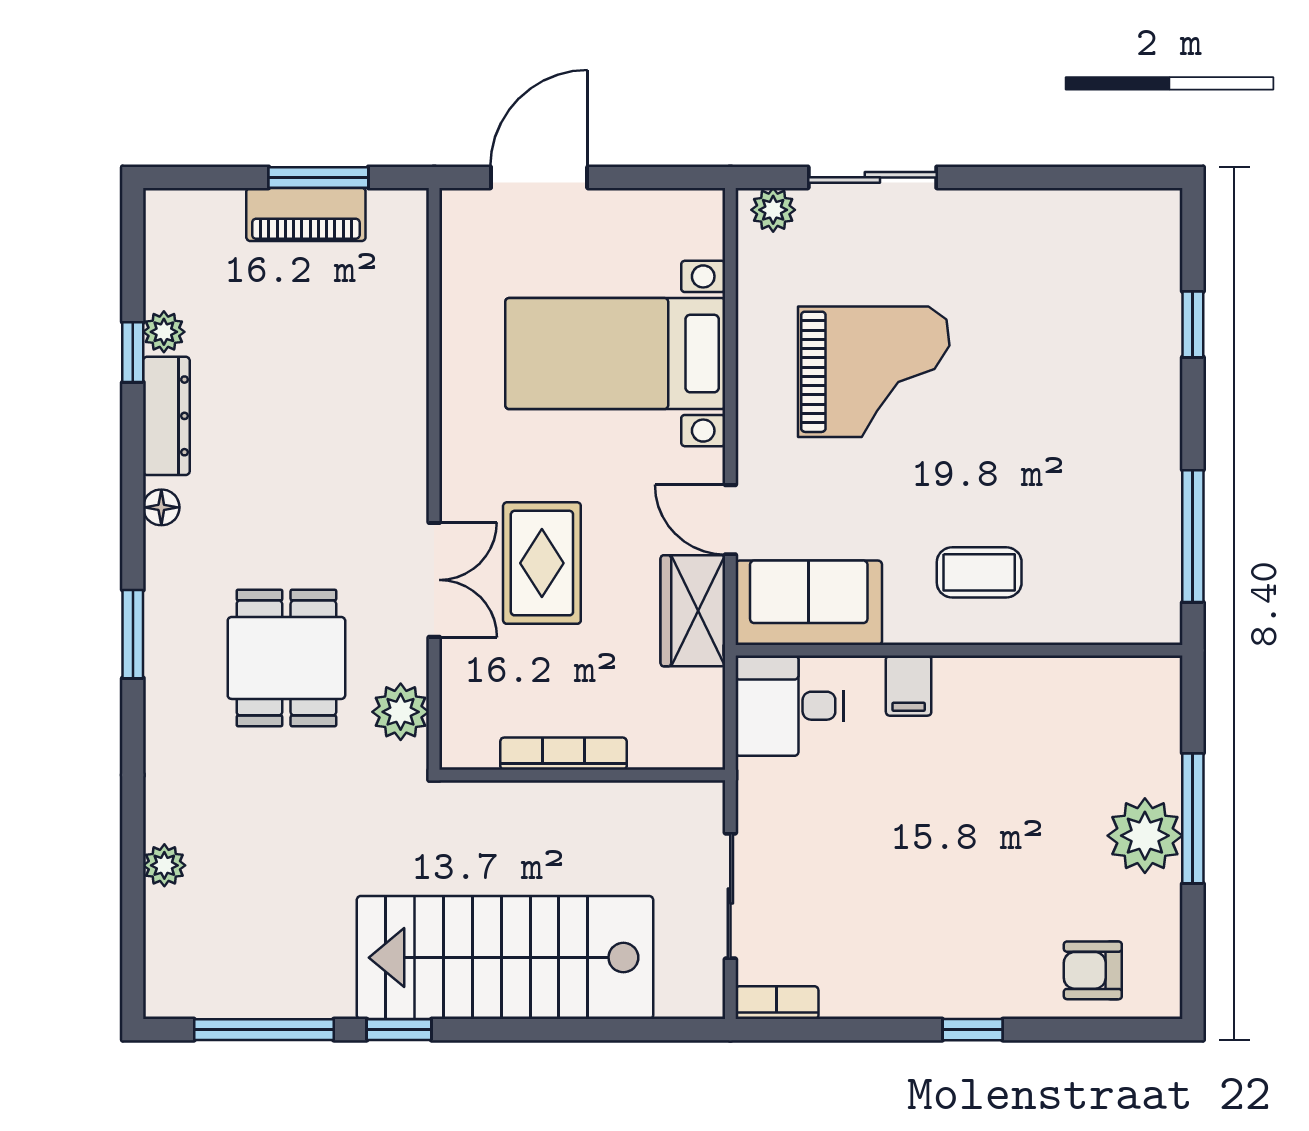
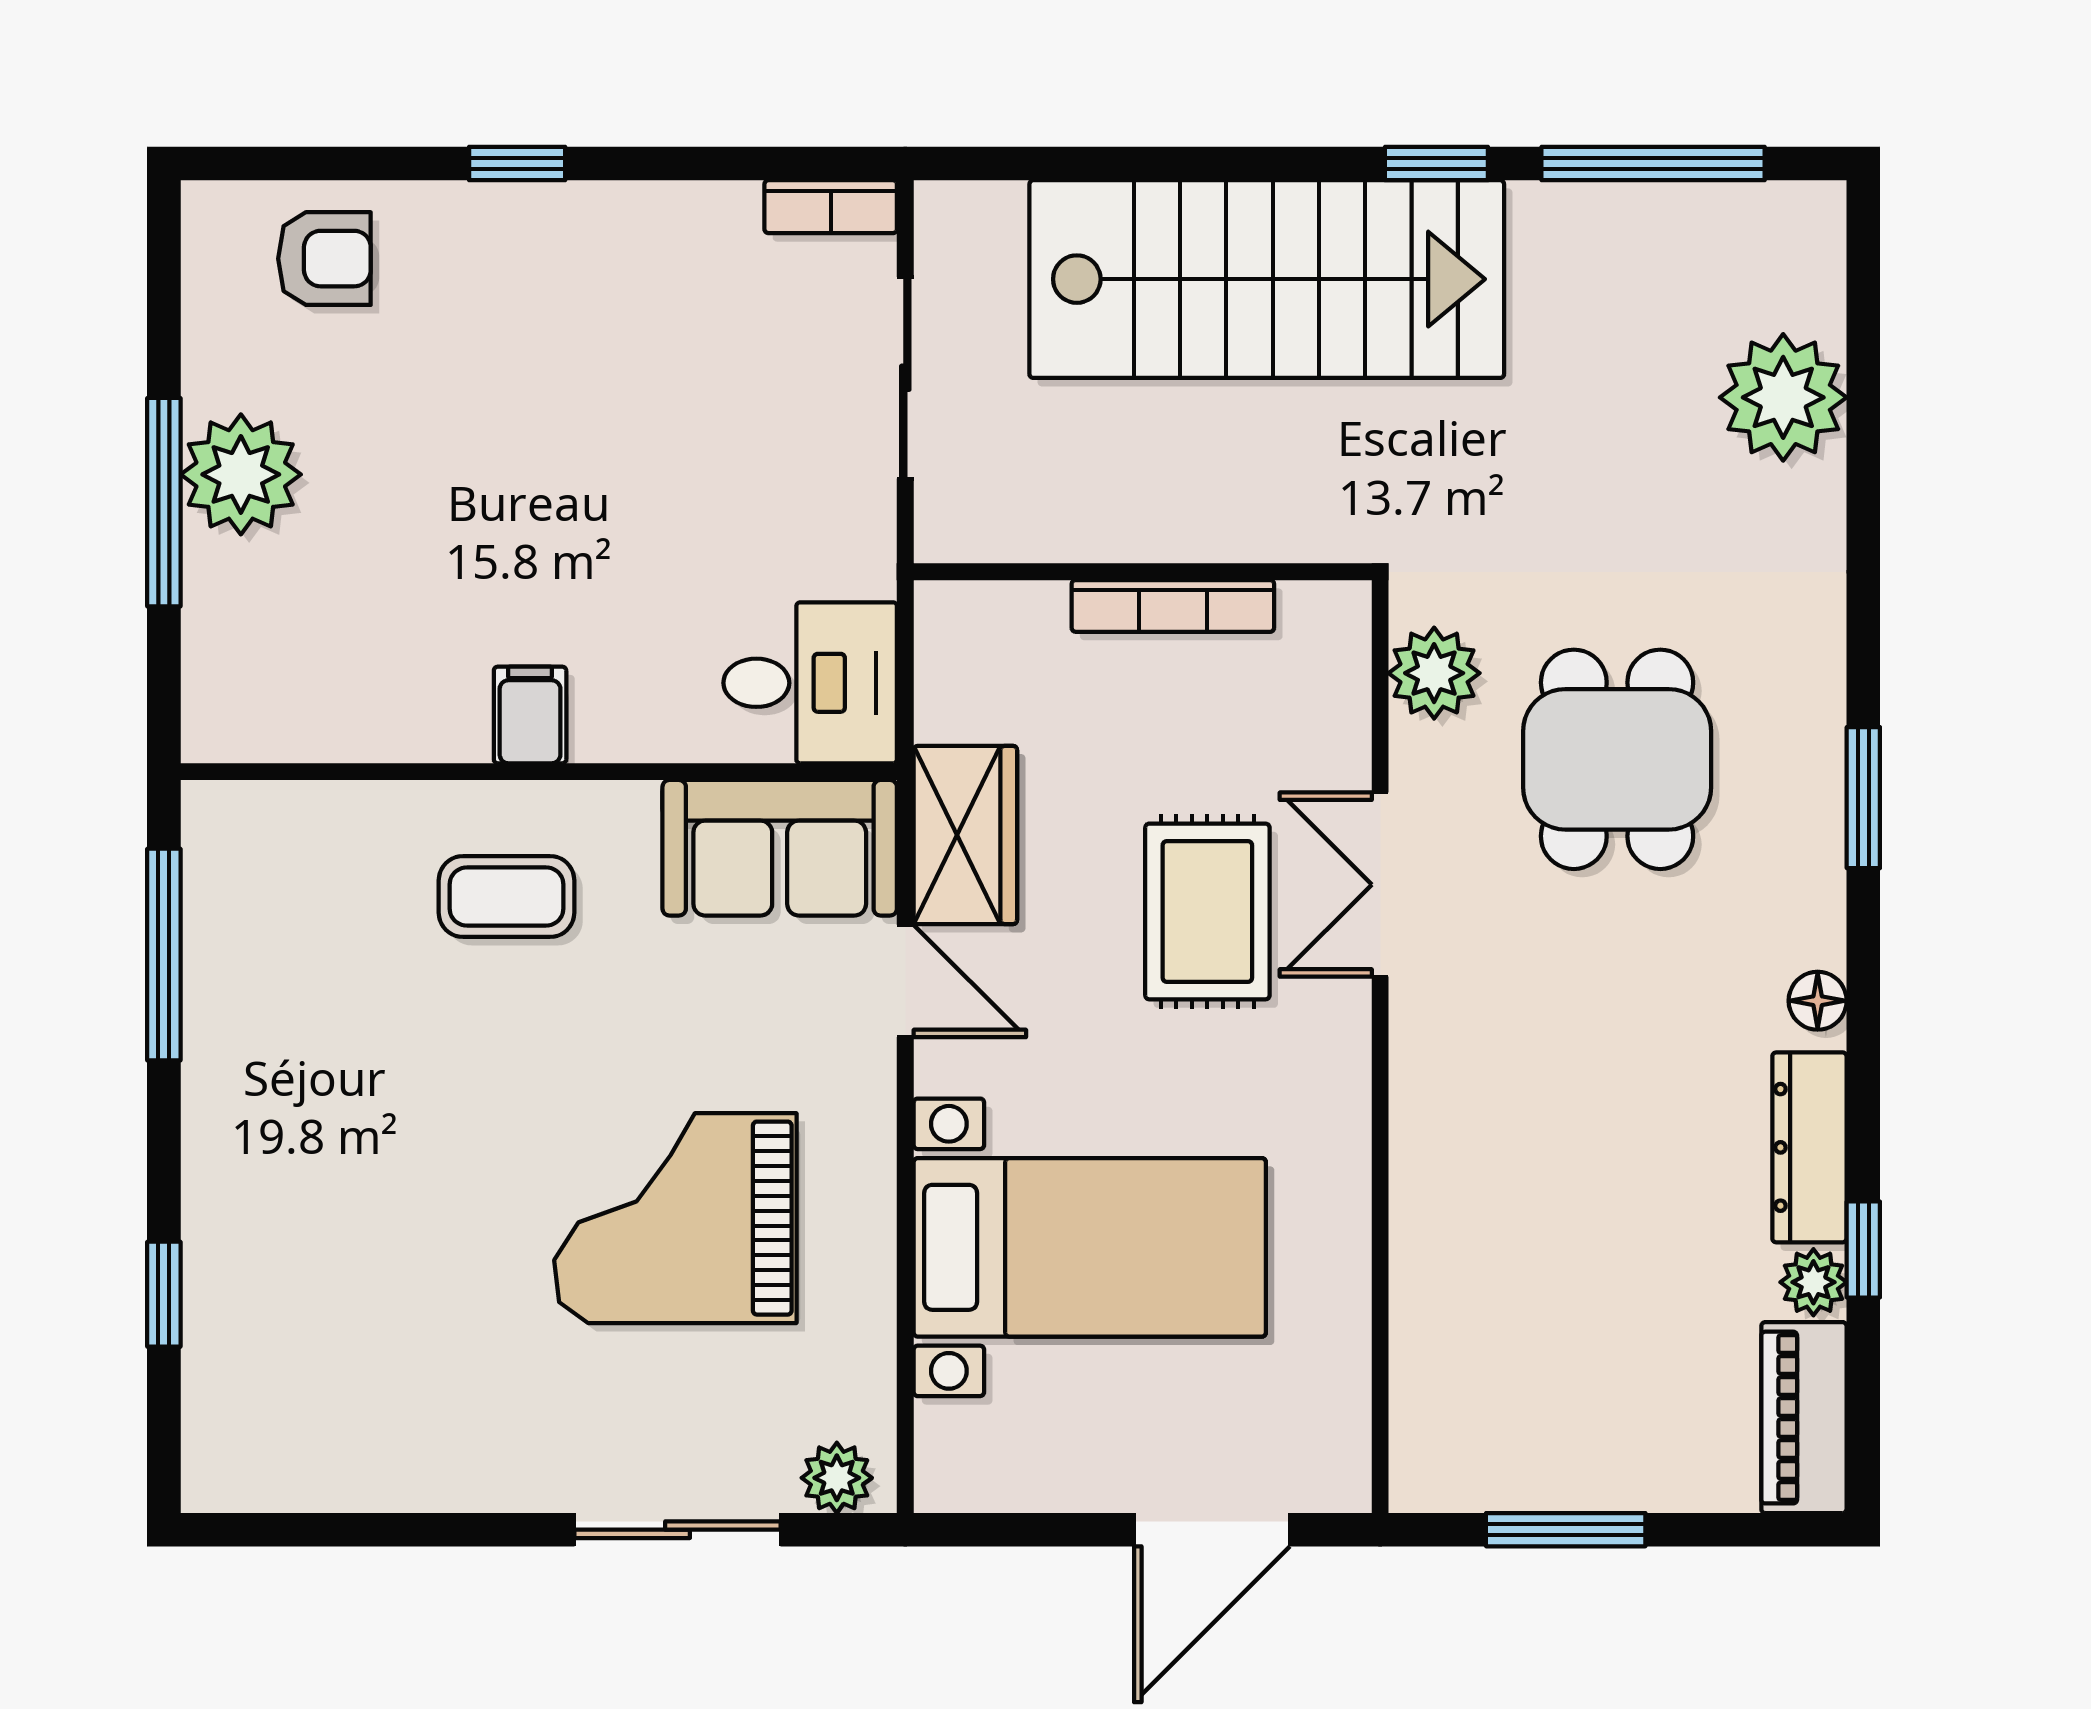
piano: (306, 214) -> (1804, 1418), moved, turned -90
filing cabinet: (909, 686) -> (530, 715), moved
plant: (164, 865) -> (1783, 397), width x1.87, depth x1.87

